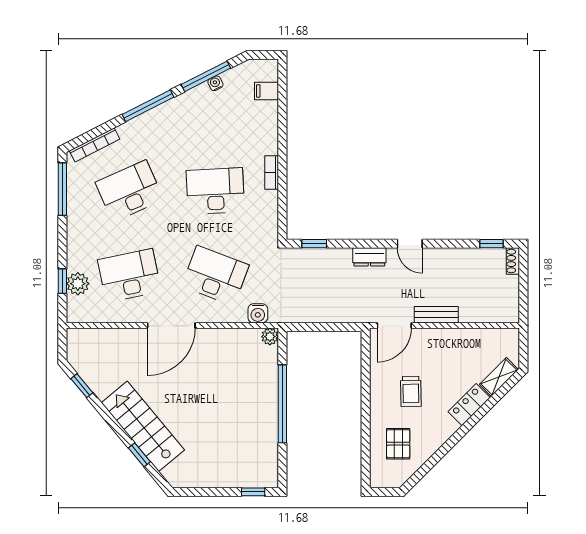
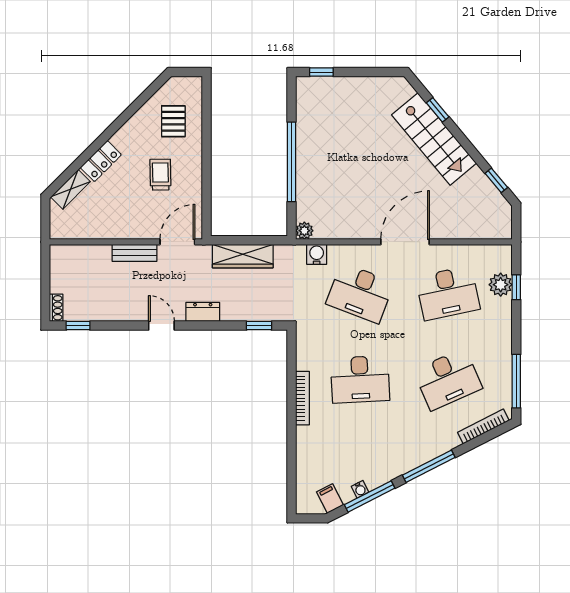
filing cabinet: (267, 91) -> (330, 498), moved, turned -117
bookcase: (272, 173) -> (302, 398), width x1.56
wardrobe: (330, 312) -> (243, 256), added

